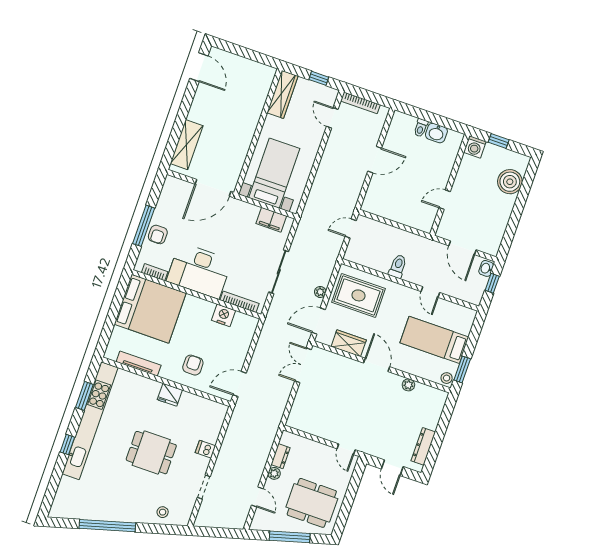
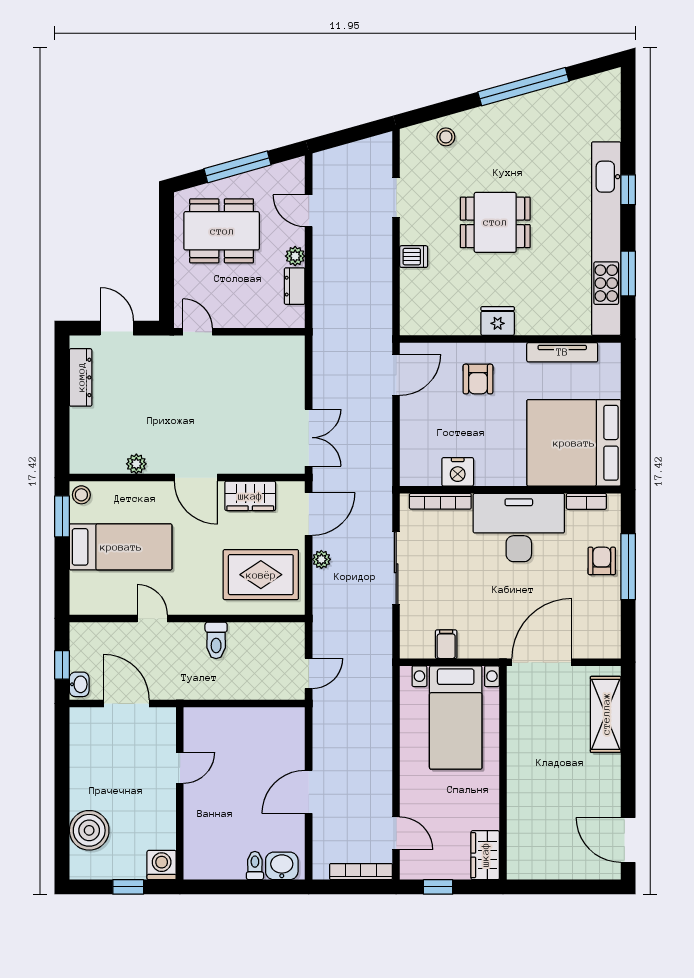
wardrobe: (282, 94) -> (485, 855), width x0.67
washbasin: (436, 133) -> (282, 866), moved
filing cabinet: (271, 220) -> (446, 644), width x0.50

